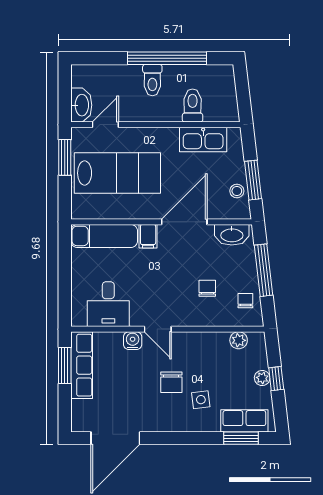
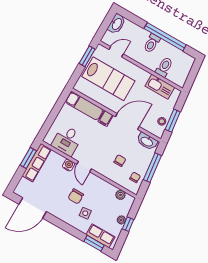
washbasin: (81, 105) -> (117, 24), moved

